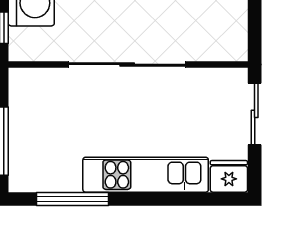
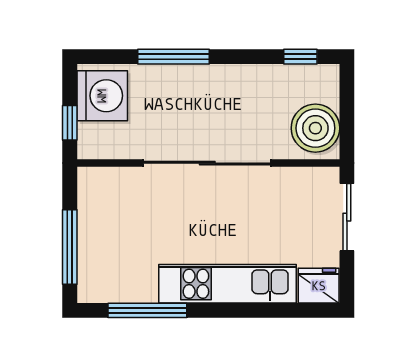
boiler: (226, 33) -> (315, 128), added

